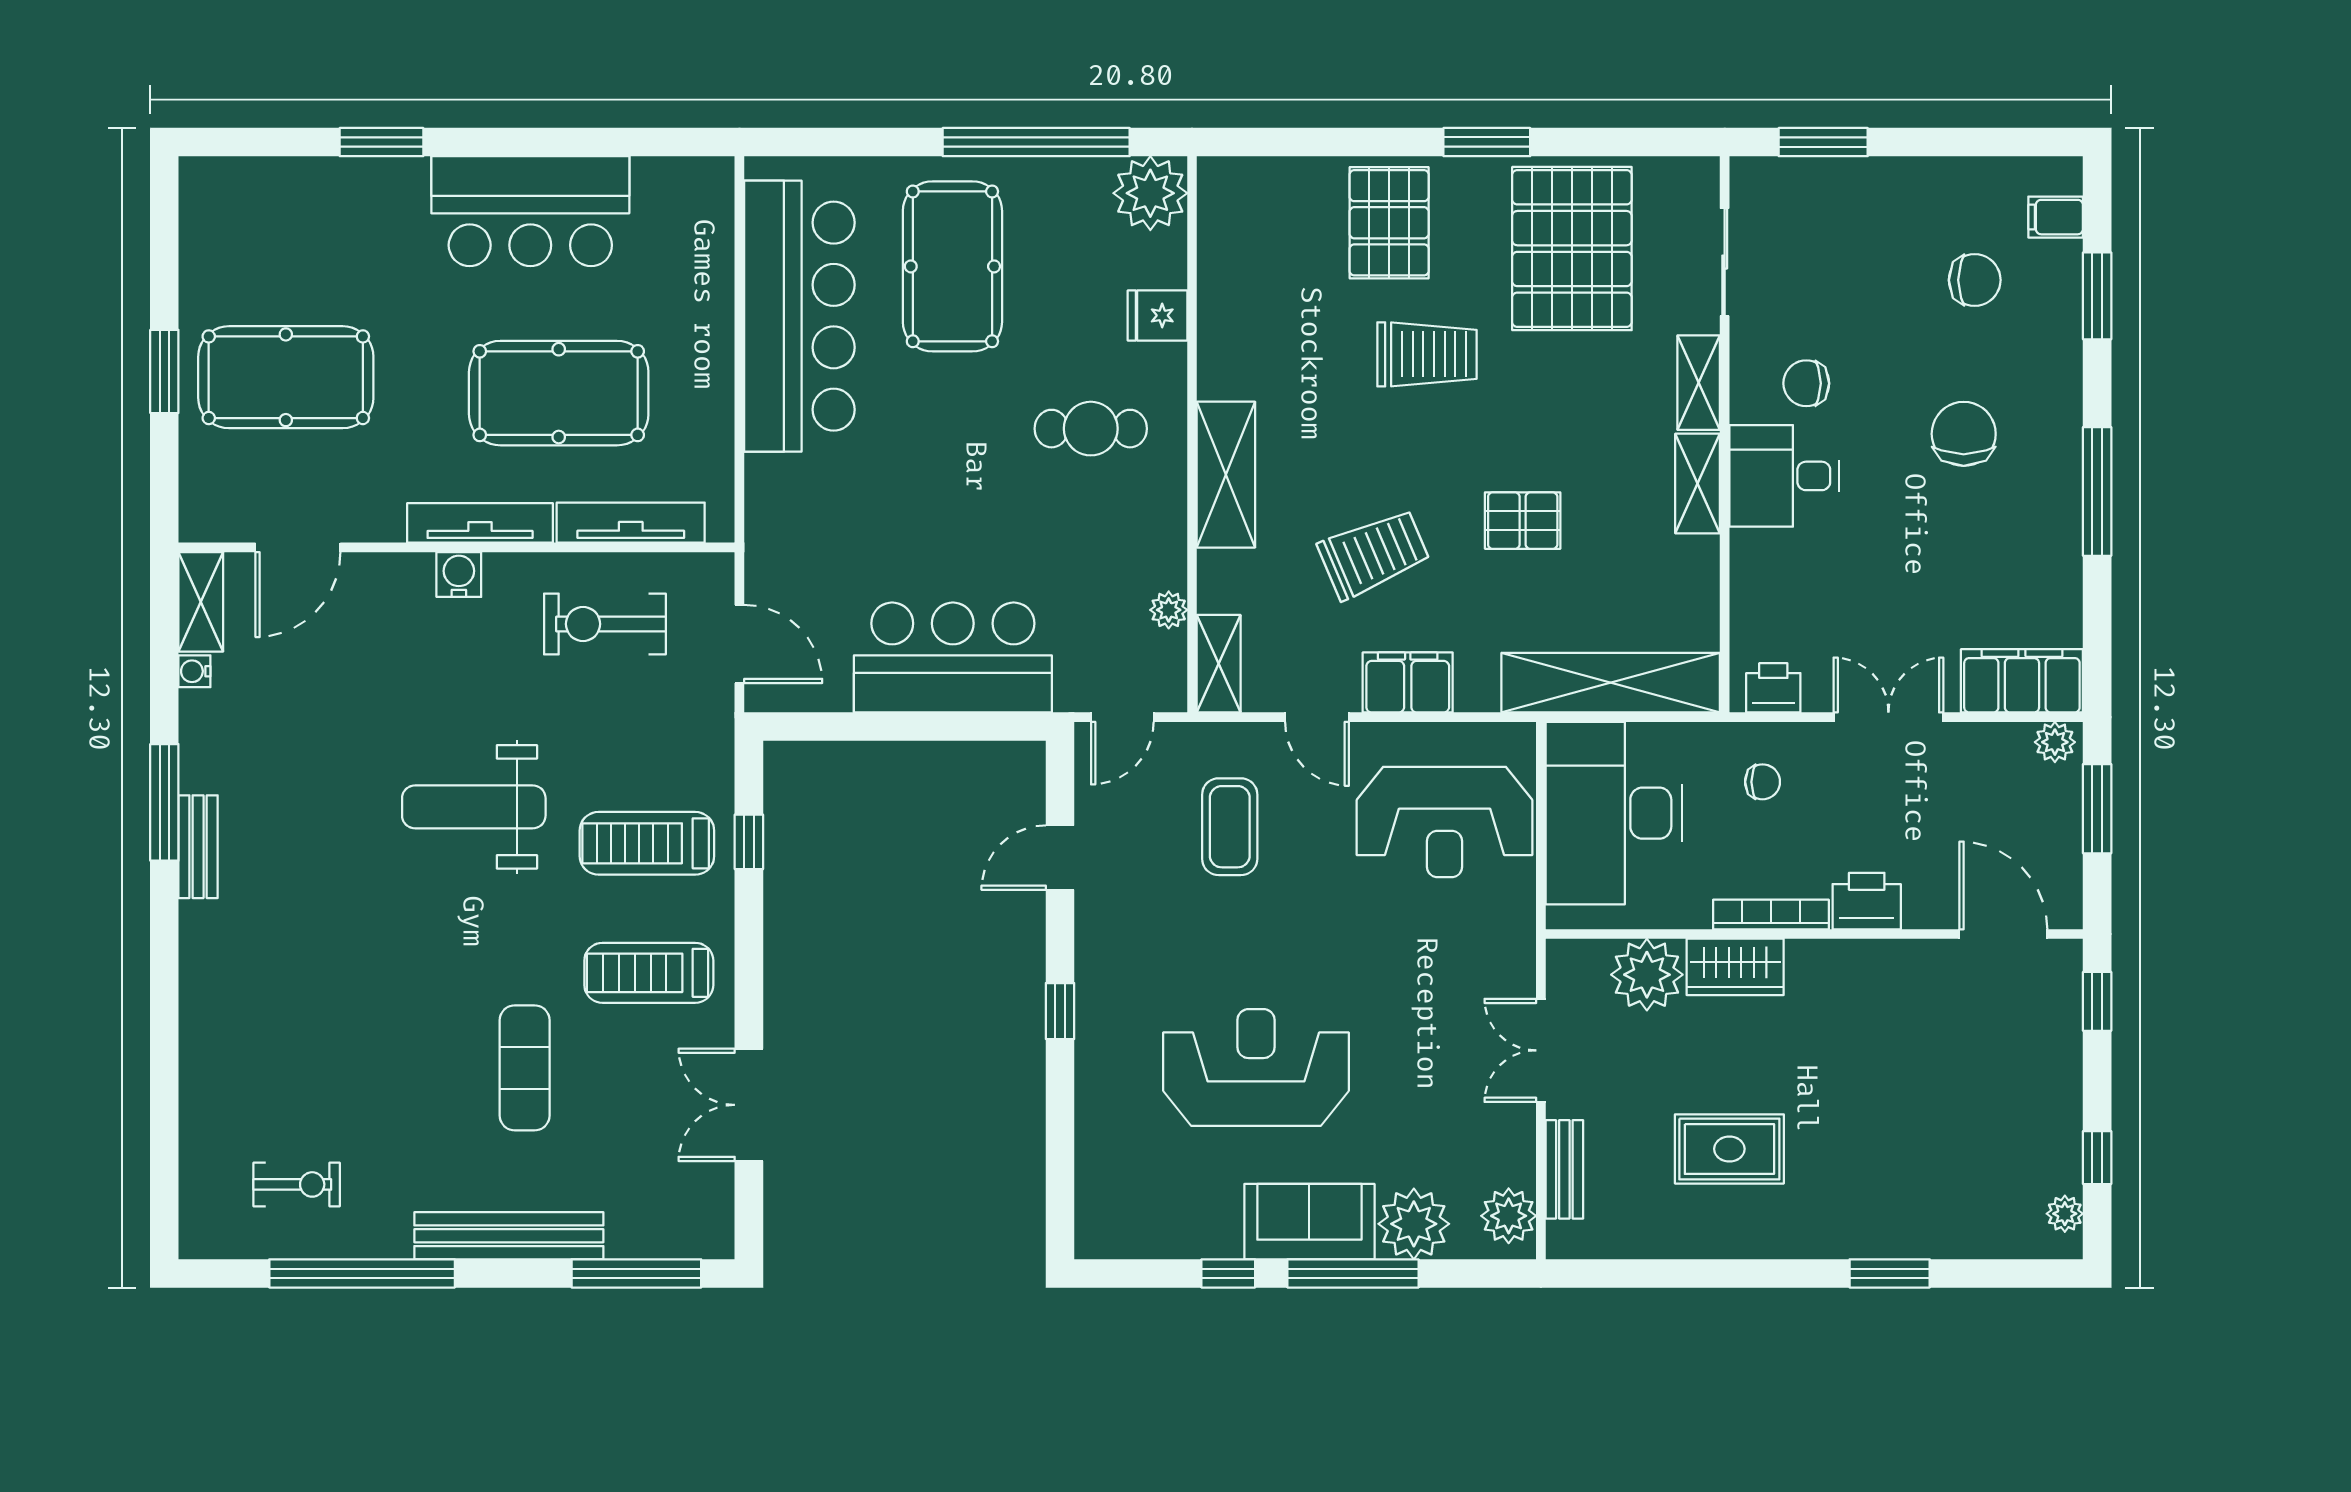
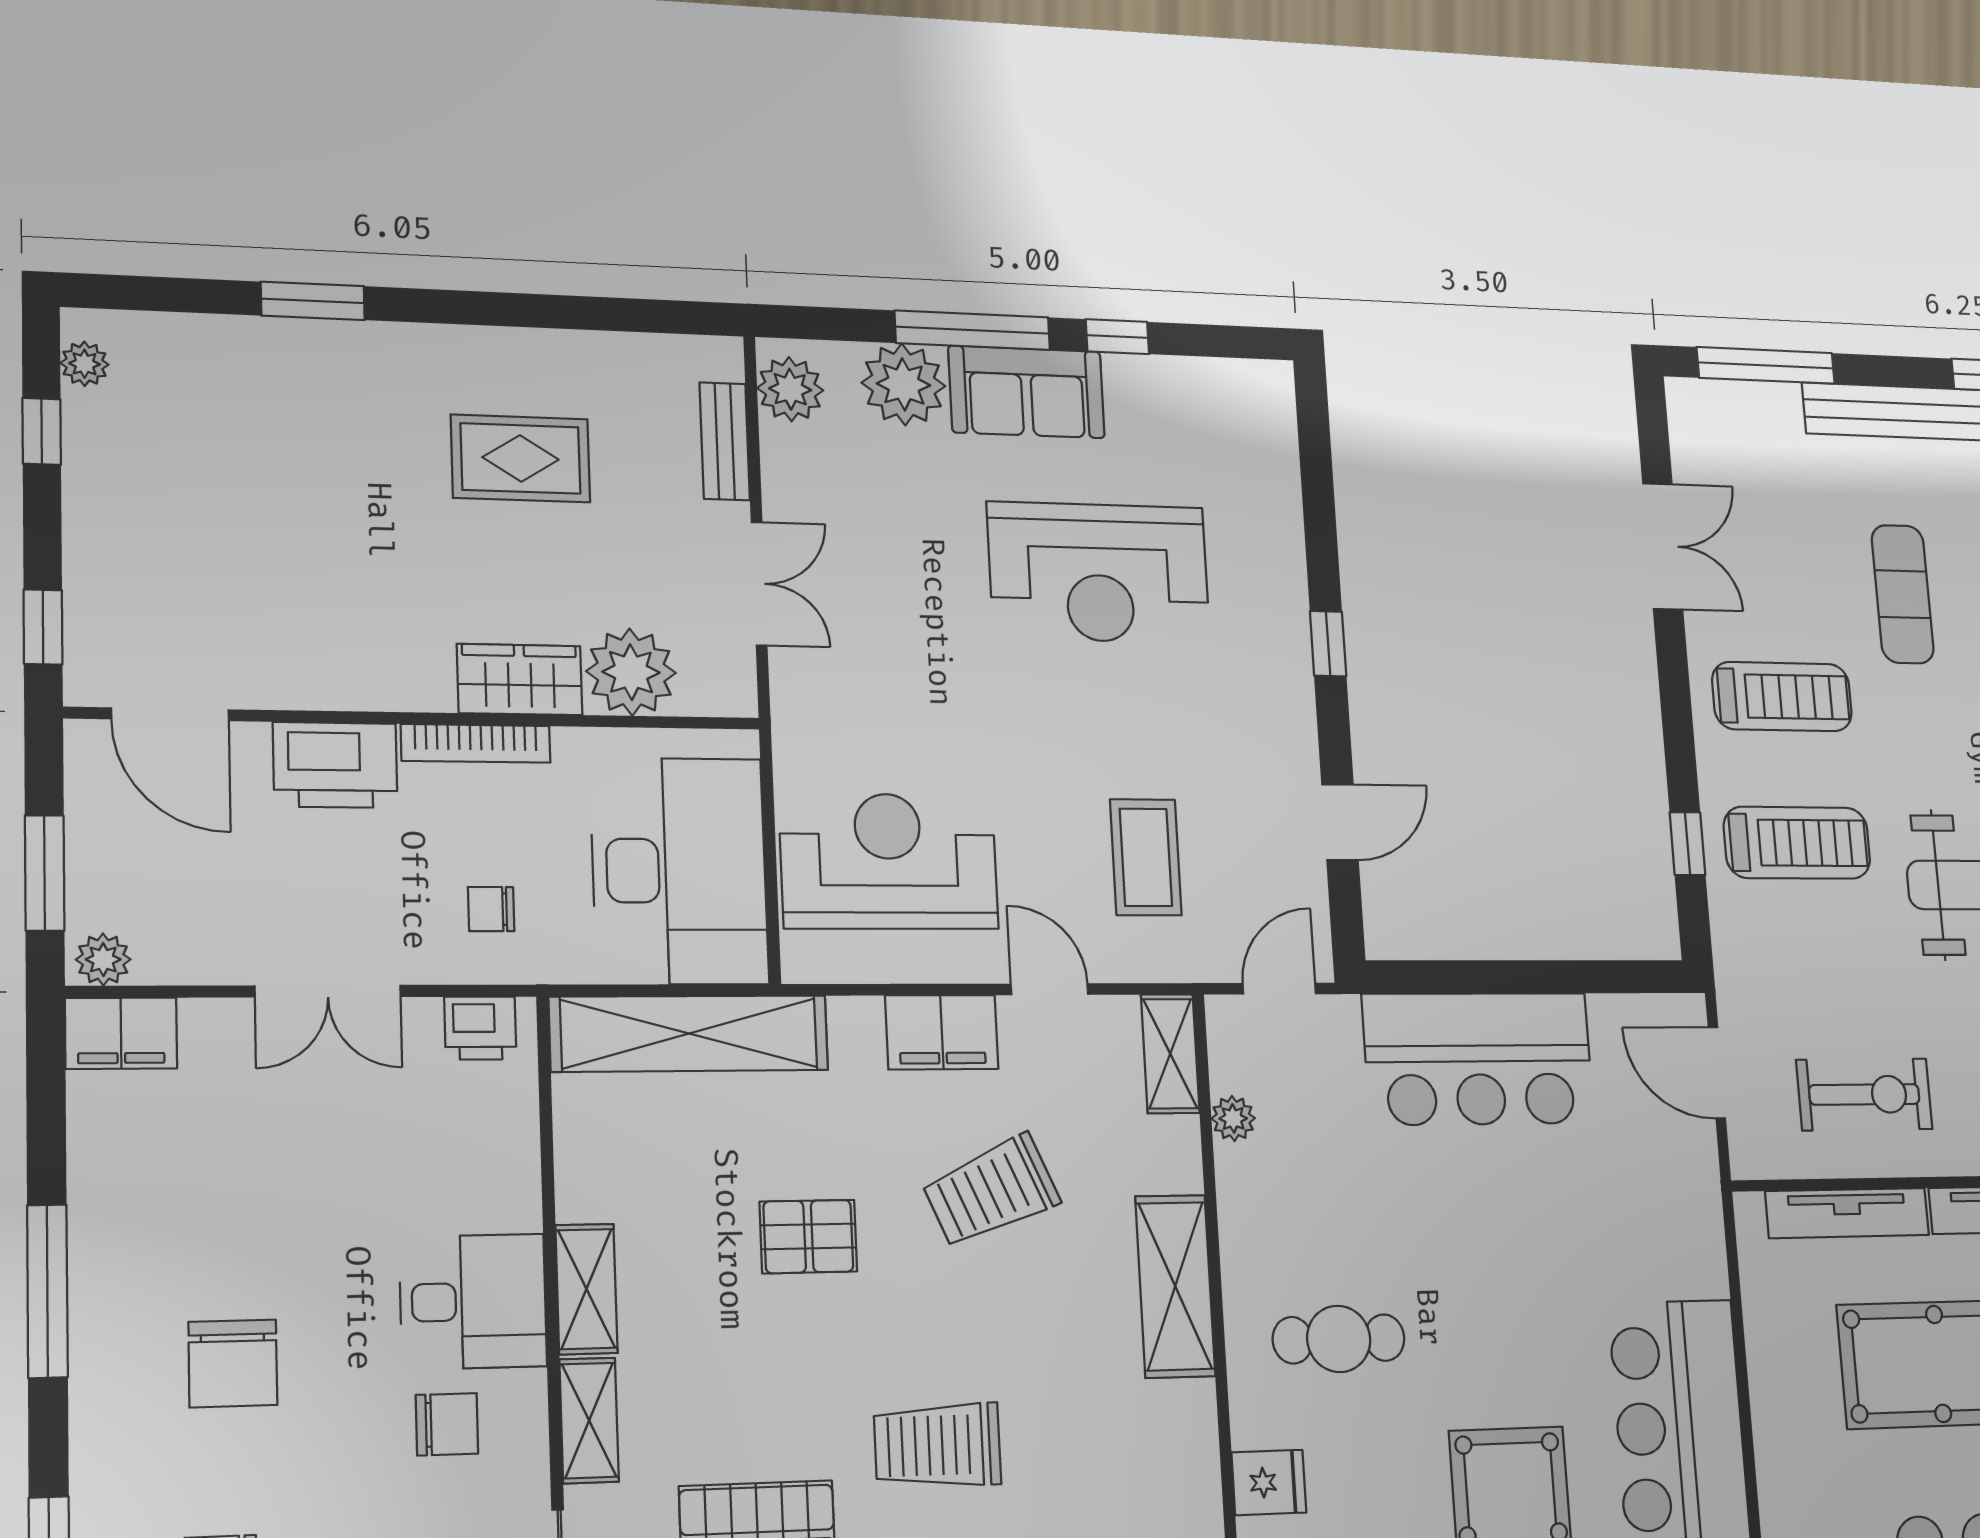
filing cabinet: (2022, 681) -> (121, 1033), width x0.67, depth x0.86
printer: (1867, 901) -> (335, 765), width x1.37, depth x1.19

